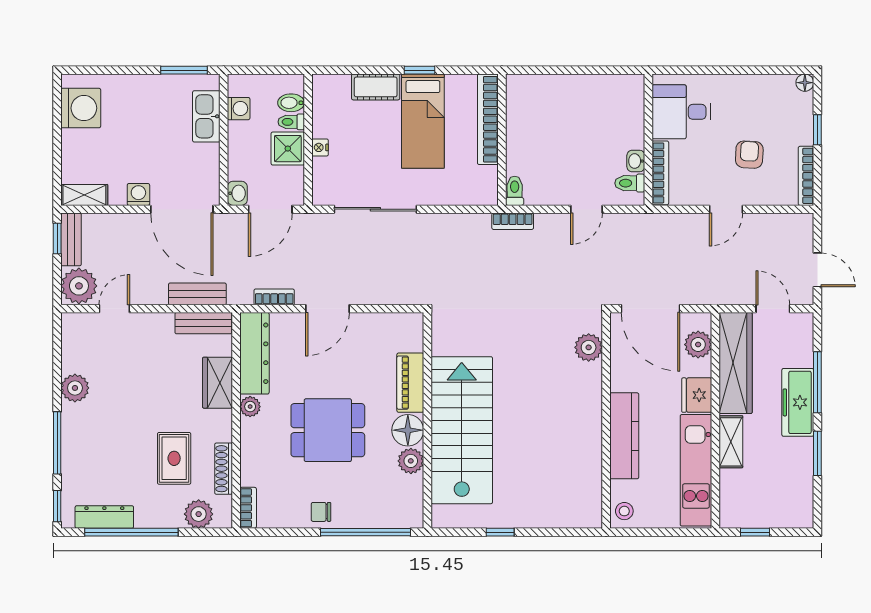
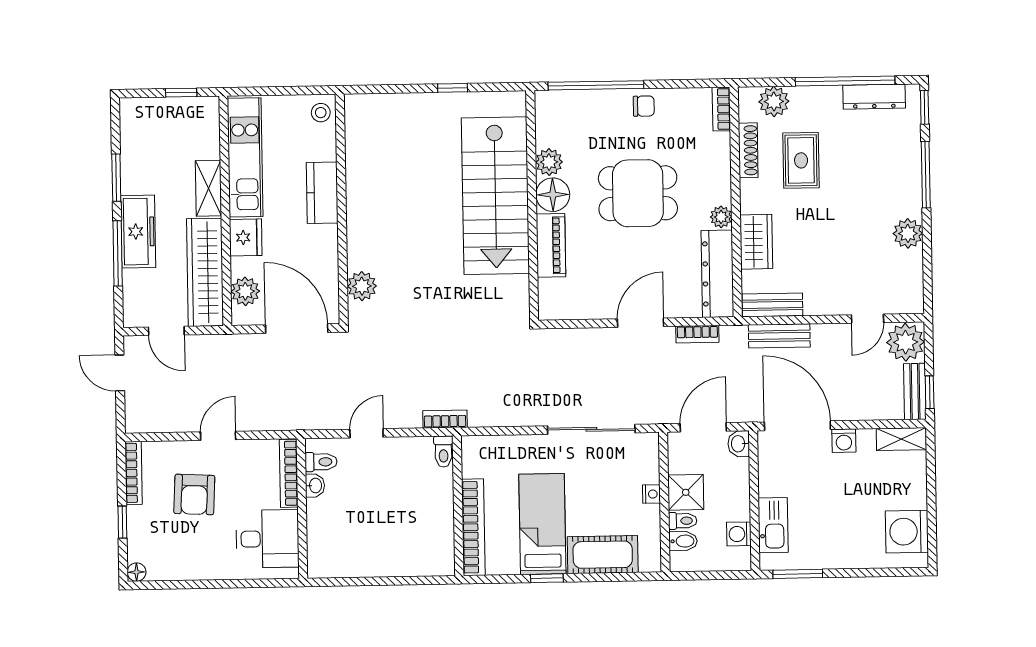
cot: (376, 87) -> (603, 555), width x1.37, depth x1.34
armchair: (749, 155) -> (194, 494), width x1.38, depth x1.38
kitchen counter: (624, 436) -> (322, 193), width x0.67

